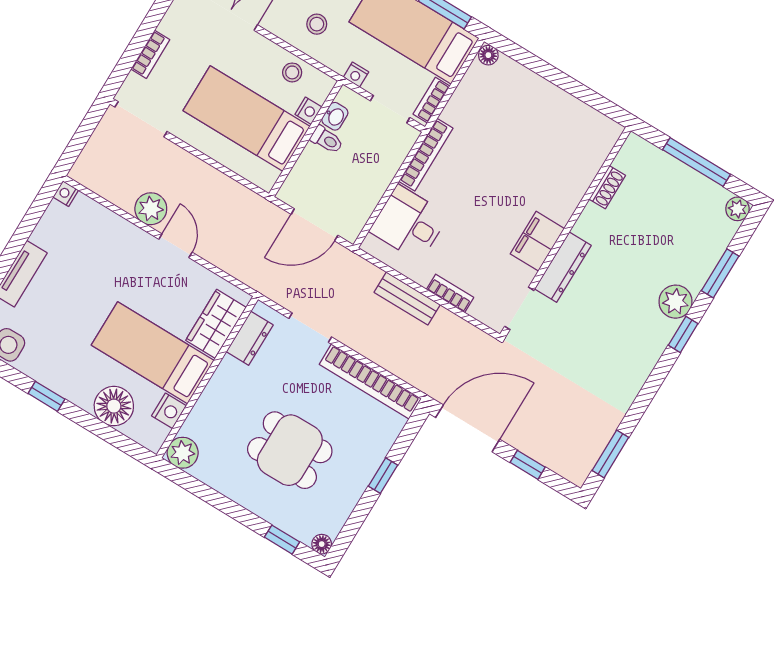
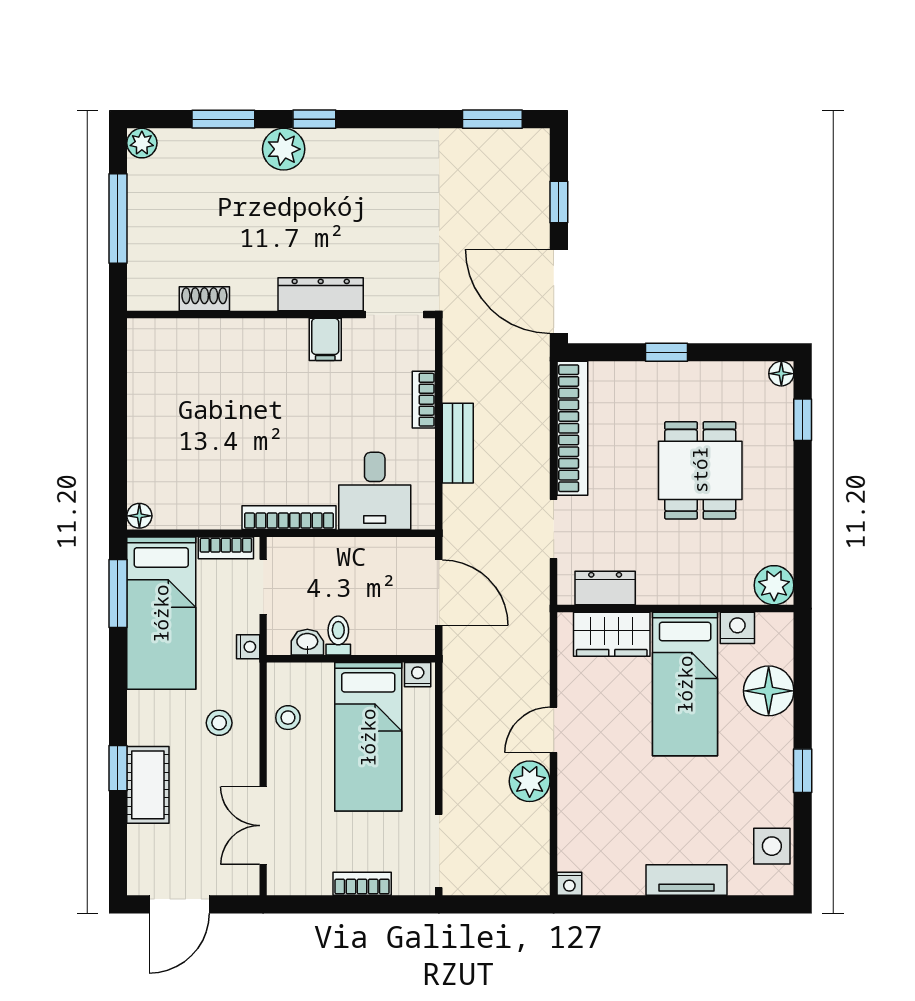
nightstand: (308, 111) -> (418, 675), moved
filing cabinet: (537, 241) -> (325, 339), width x0.50

